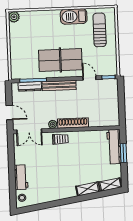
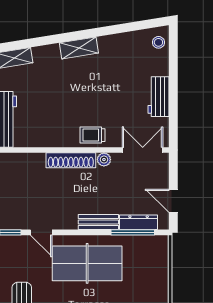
bench: (59, 85) -> (98, 222), width x0.73
door: (9, 113) -> (173, 201), moved
workbench: (21, 177) -> (159, 97), moved
shelving: (88, 189) -> (79, 48), moved

